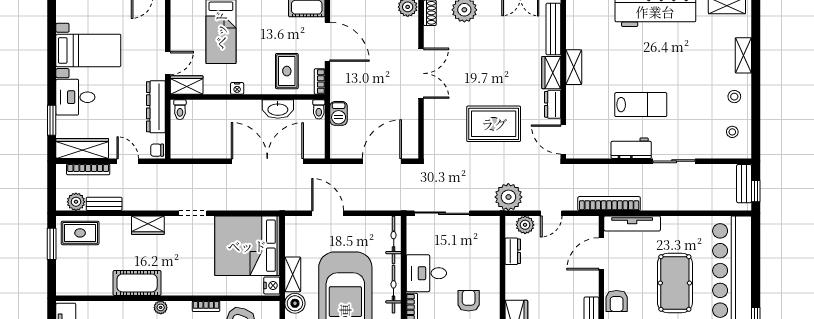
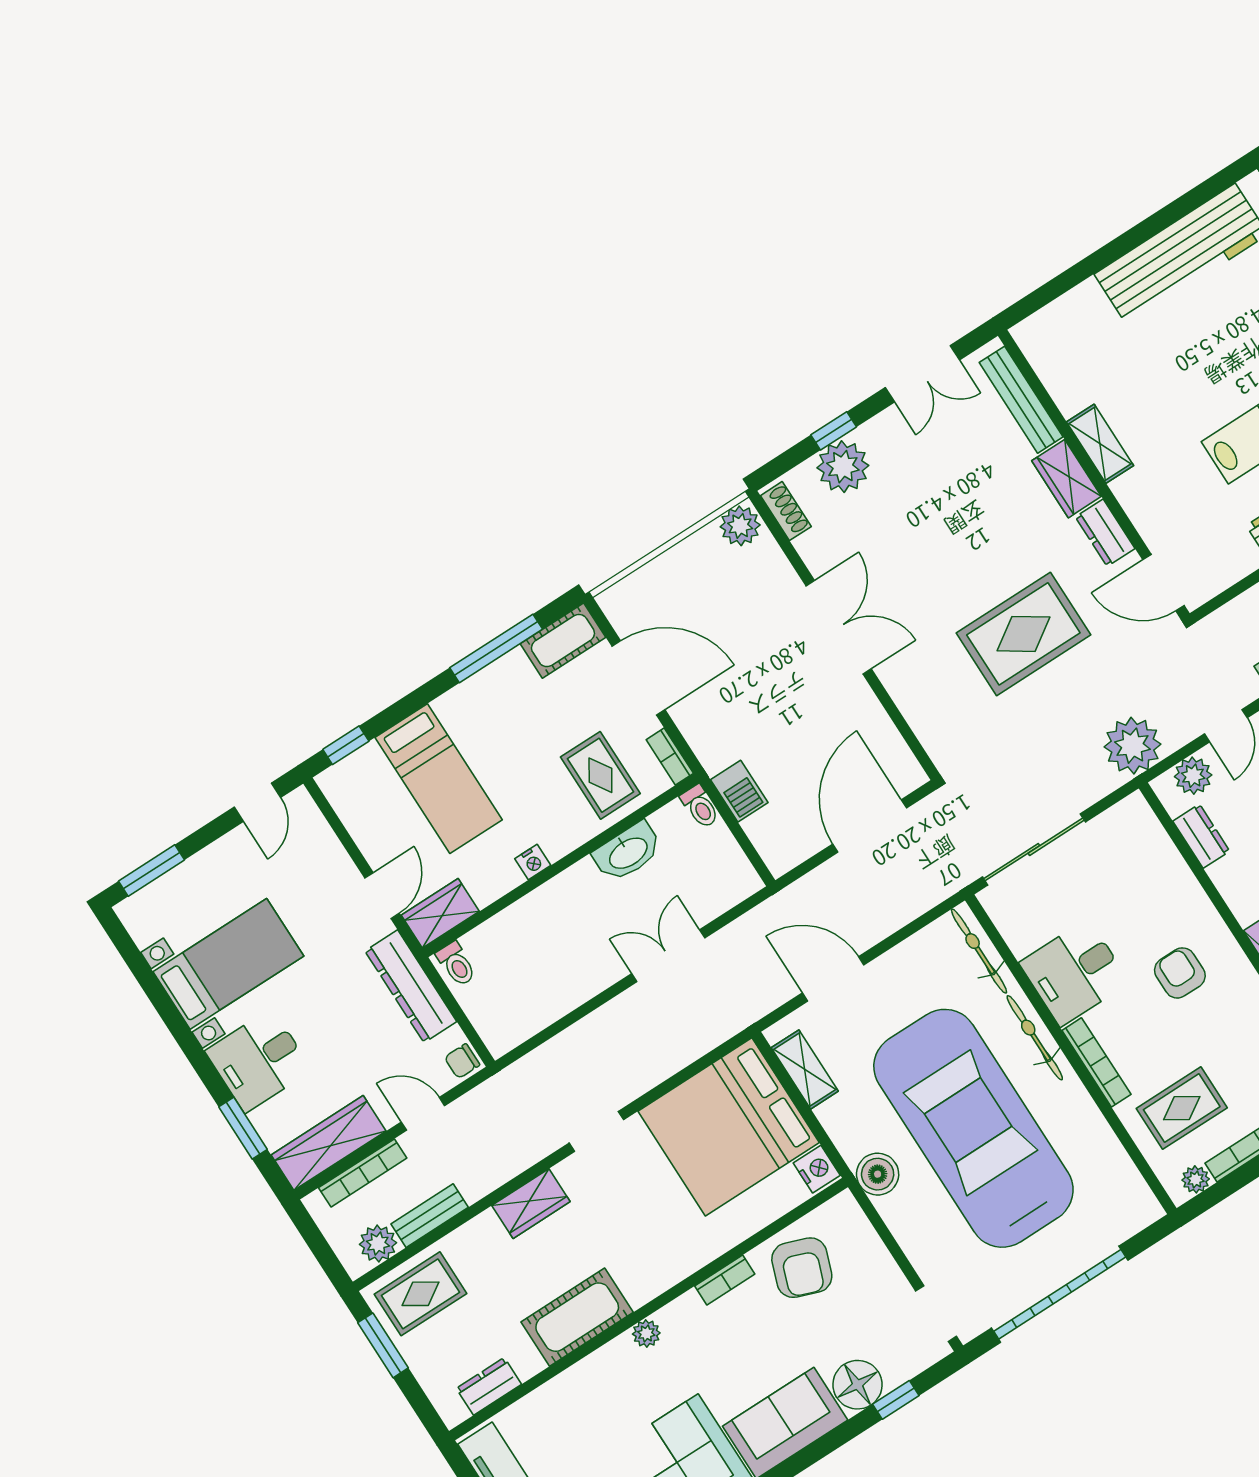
double door: (267, 161) -> (668, 956), width x0.54
shelving: (293, 274) -> (805, 1069), moved
dresser: (84, 288) -> (489, 1386), added

